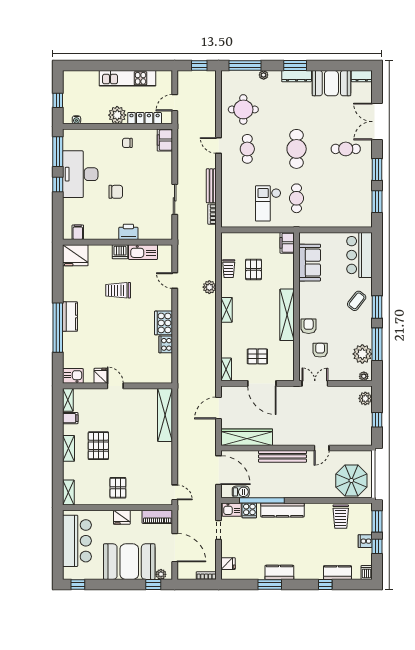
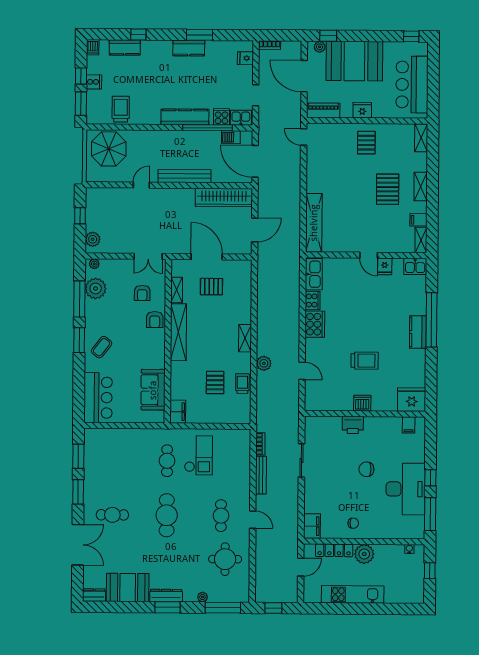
kitchen sink: (143, 252) -> (314, 274), moved, turned 90
shelving: (226, 369) -> (177, 290), moved

